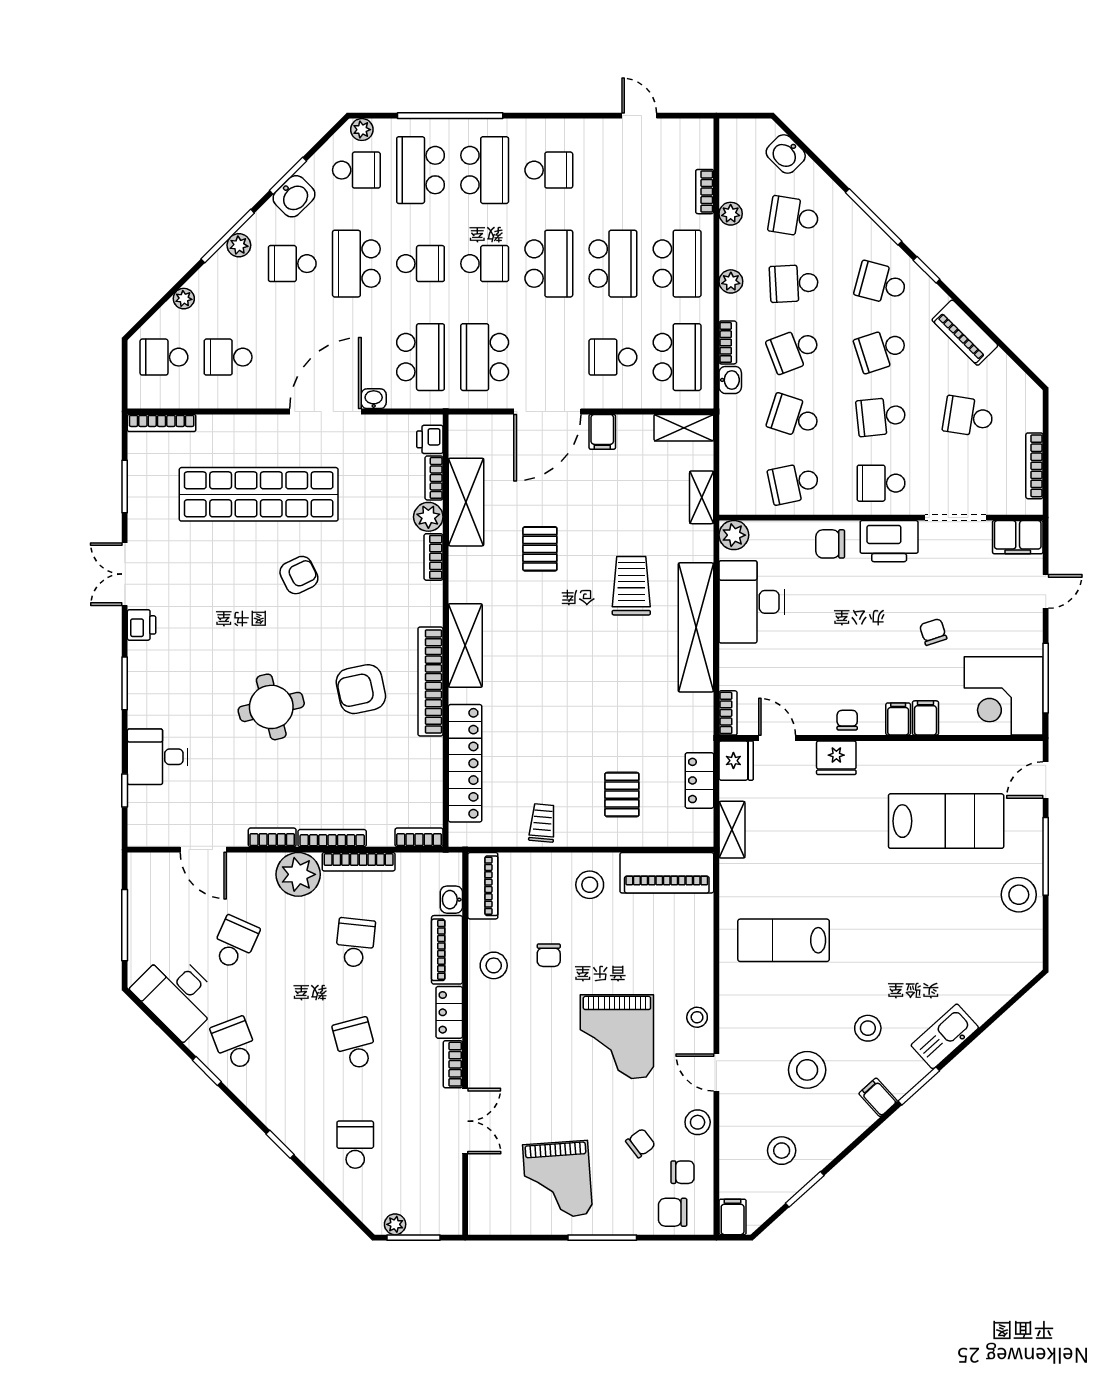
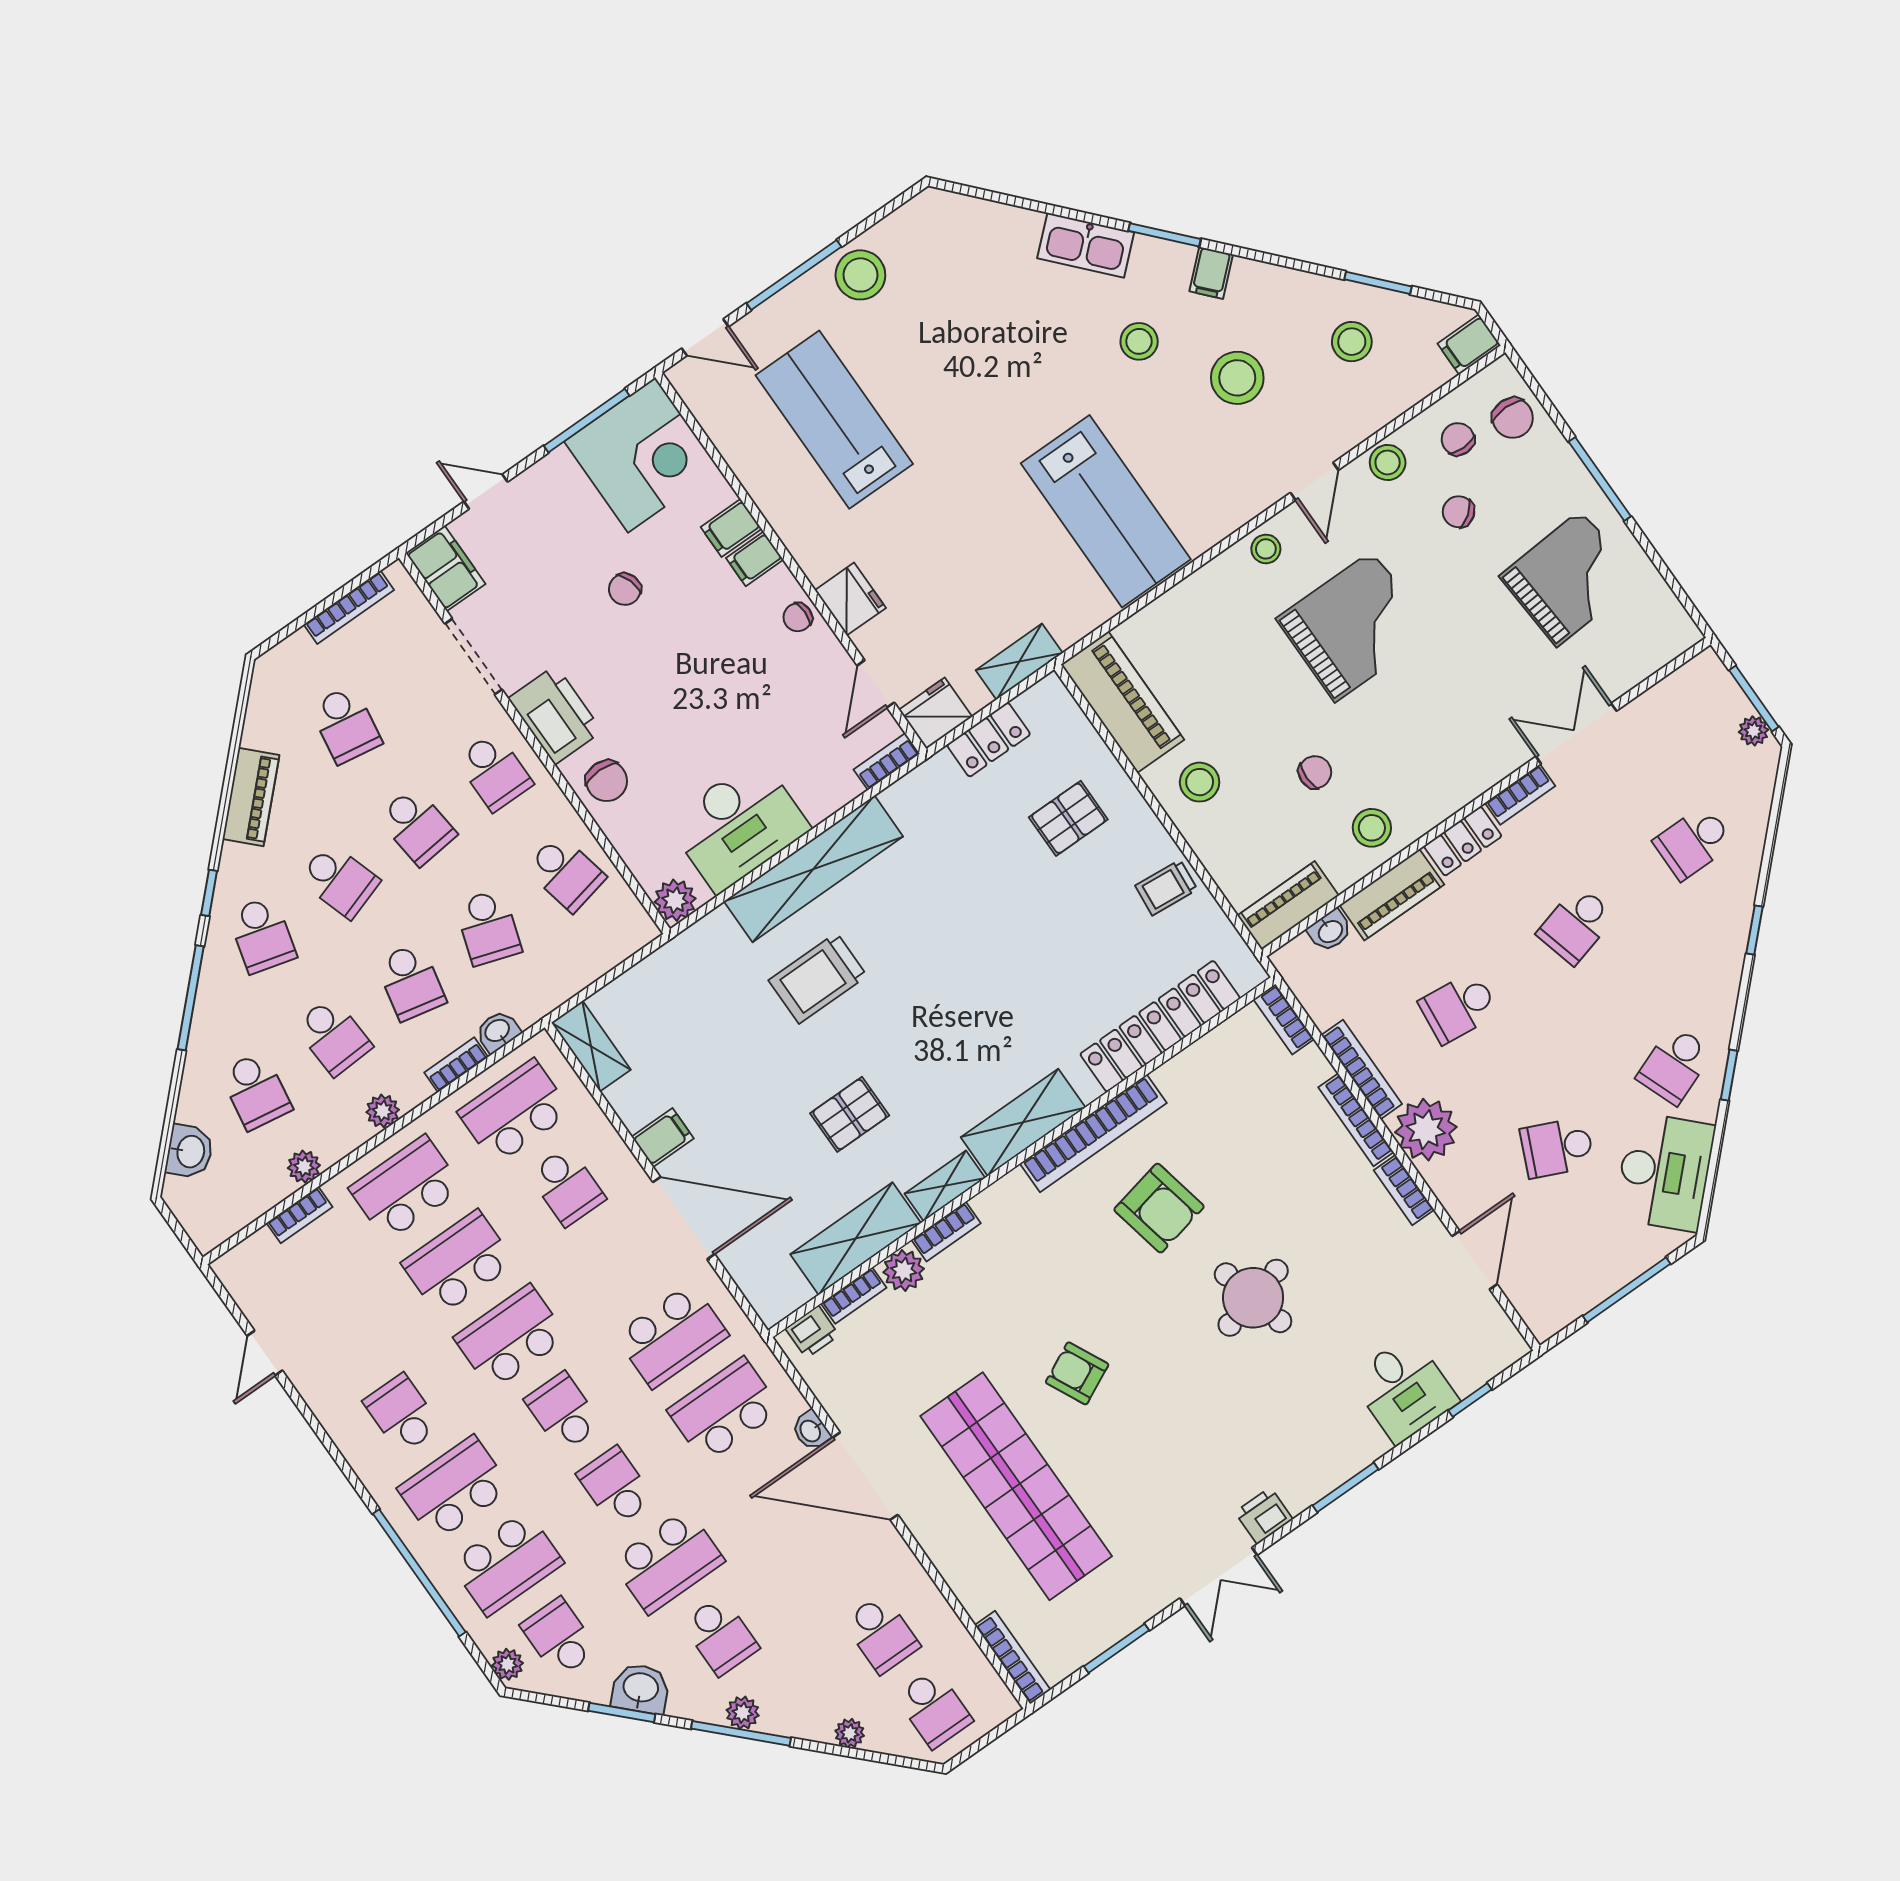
school desk: (794, 350) -> (411, 982), turned 33
shelving: (702, 497) -> (945, 1186), moved
lab bench: (784, 940) -> (1106, 511), width x1.36, depth x1.39

